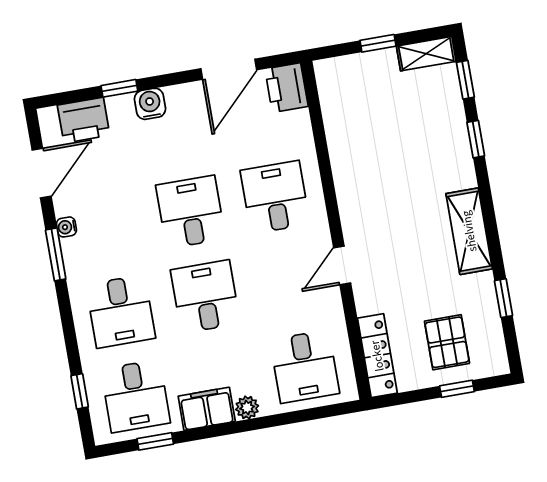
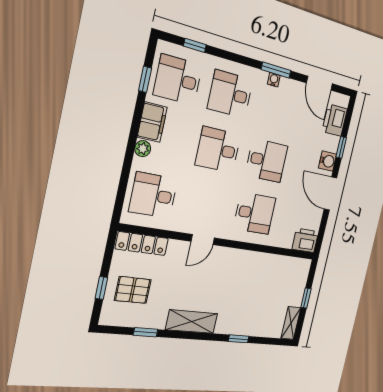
door: (229, 69) -> (330, 194), moved
window: (465, 80) -> (270, 341), removed
water cooler: (66, 227) -> (274, 80), moved
door: (342, 265) -> (203, 240), swing flipped
desk: (205, 297) -> (218, 150), turned 180

